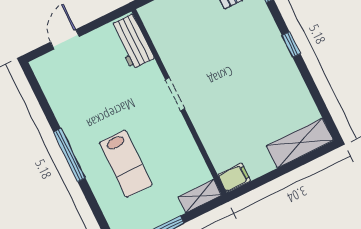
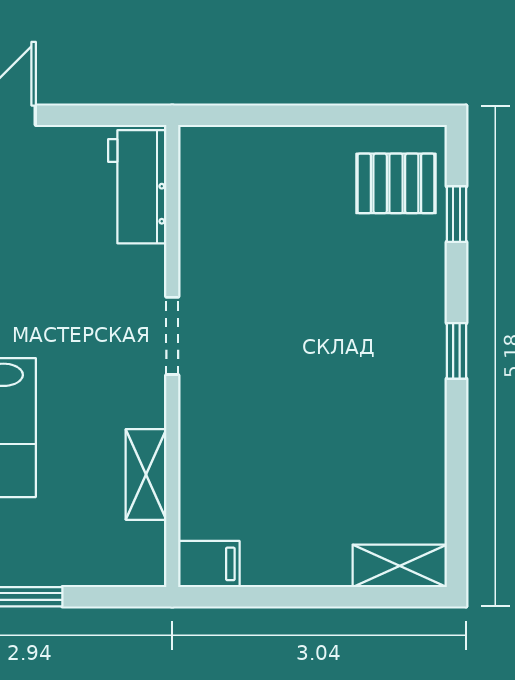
shelving: (300, 143) -> (400, 566), width x0.67, depth x0.75
shelving: (200, 196) -> (146, 474), moved, turned 90

